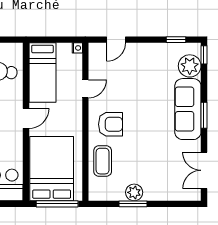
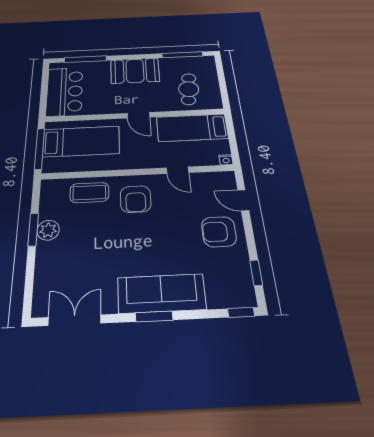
armchair: (142, 62) -> (219, 232), added
plant: (190, 66) -> (222, 293), removed
bed: (52, 169) -> (81, 141), width x0.67

